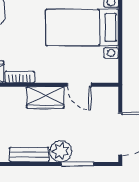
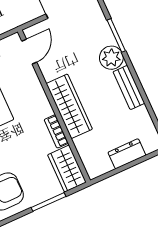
door: (79, 85) -> (29, 52), moved
wardrobe: (45, 97) -> (69, 106), width x1.50

